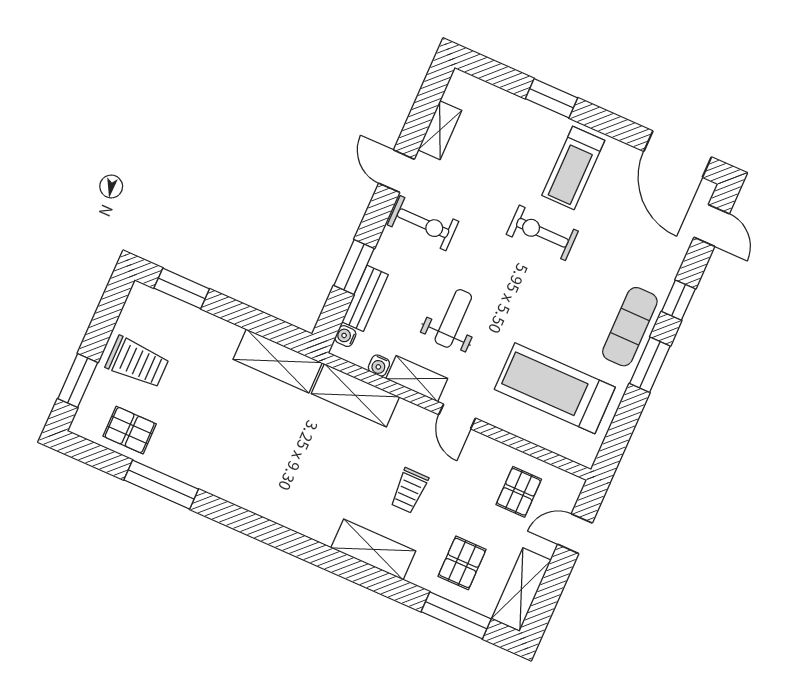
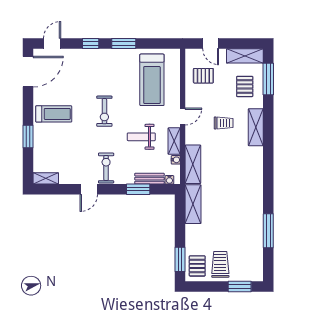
shelving: (440, 130) -> (46, 178), moved
exercise bike: (542, 233) -> (104, 111), moved
exercise mat: (630, 327) -> (111, 59), removed
pallet: (130, 430) -> (197, 266), moved
pallet: (462, 563) -> (245, 86), turned 90

